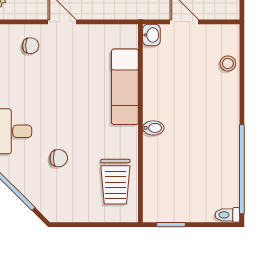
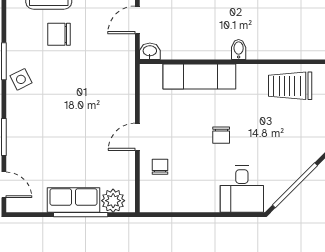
chair: (59, 158) -> (221, 135), moved, turned 180
trolley: (115, 182) -> (290, 86), turned 180

